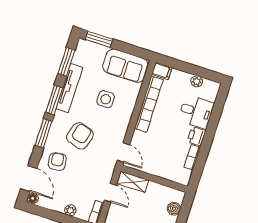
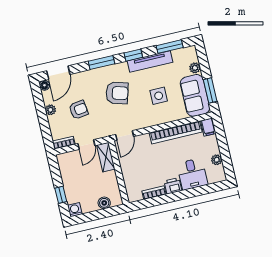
window: (99, 39) -> (210, 90), moved
plant: (100, 50) -> (195, 68), added
window: (54, 100) -> (133, 55), width x0.67
armchair: (57, 162) -> (79, 110), moved
plant: (70, 210) -> (50, 110), moved

